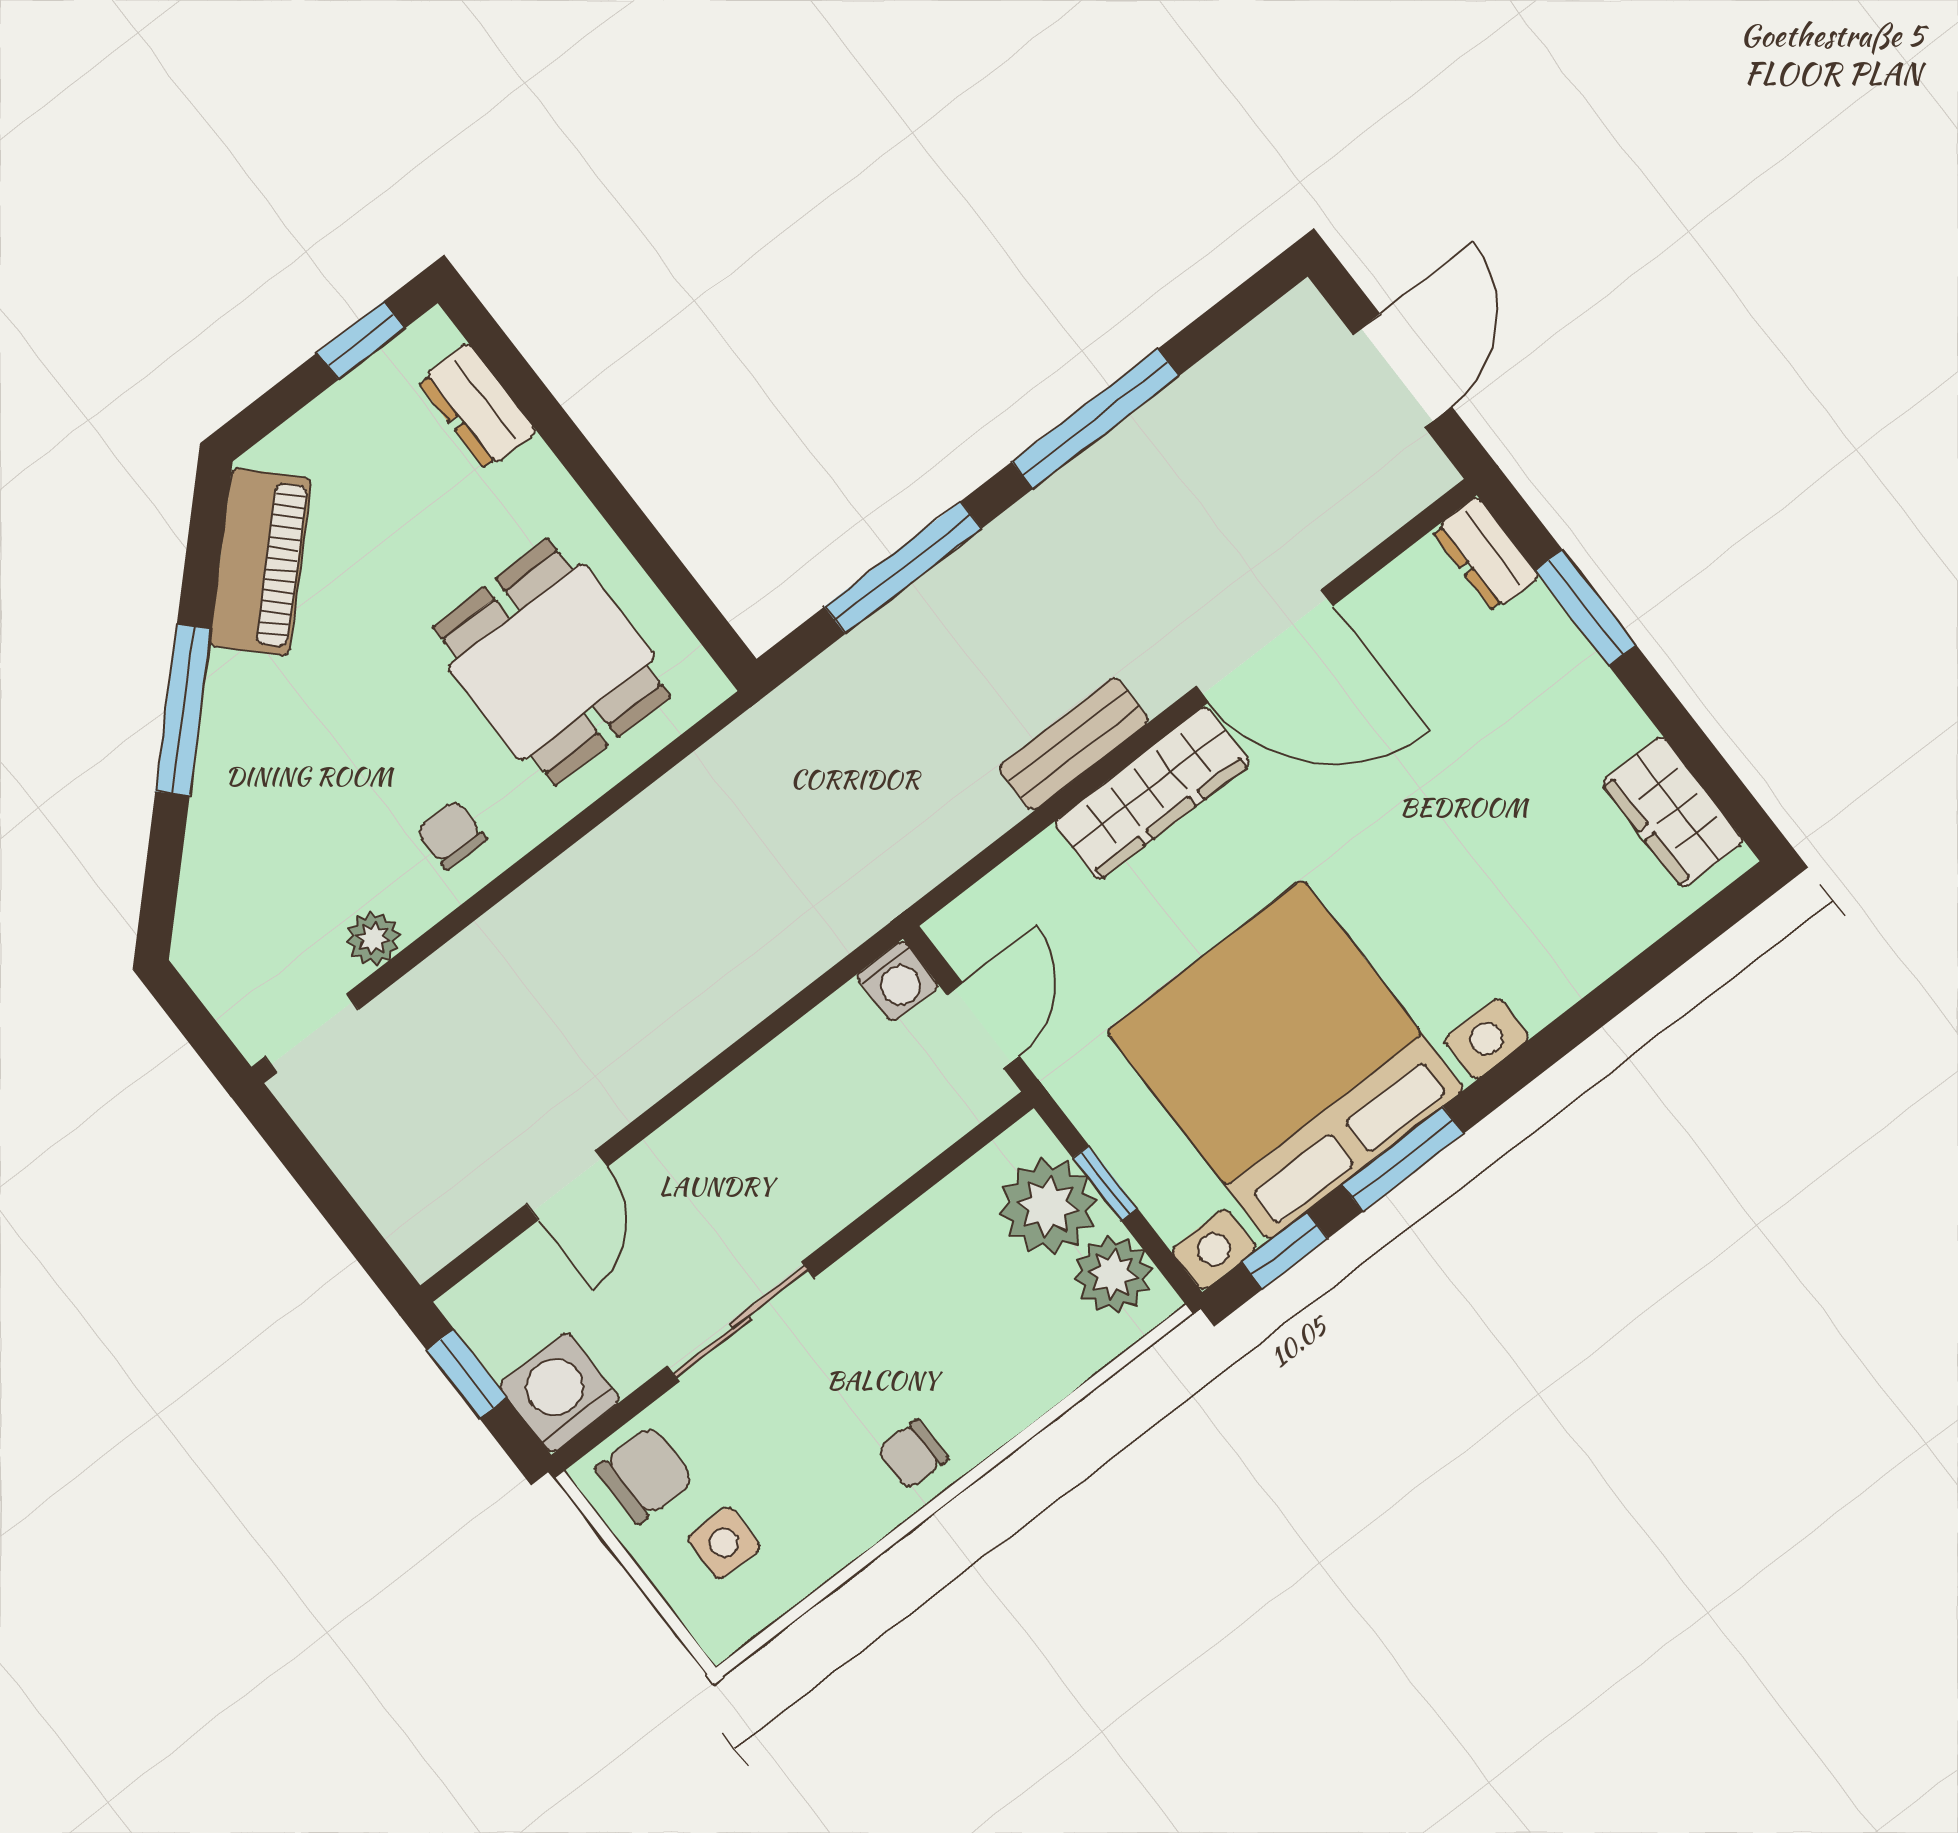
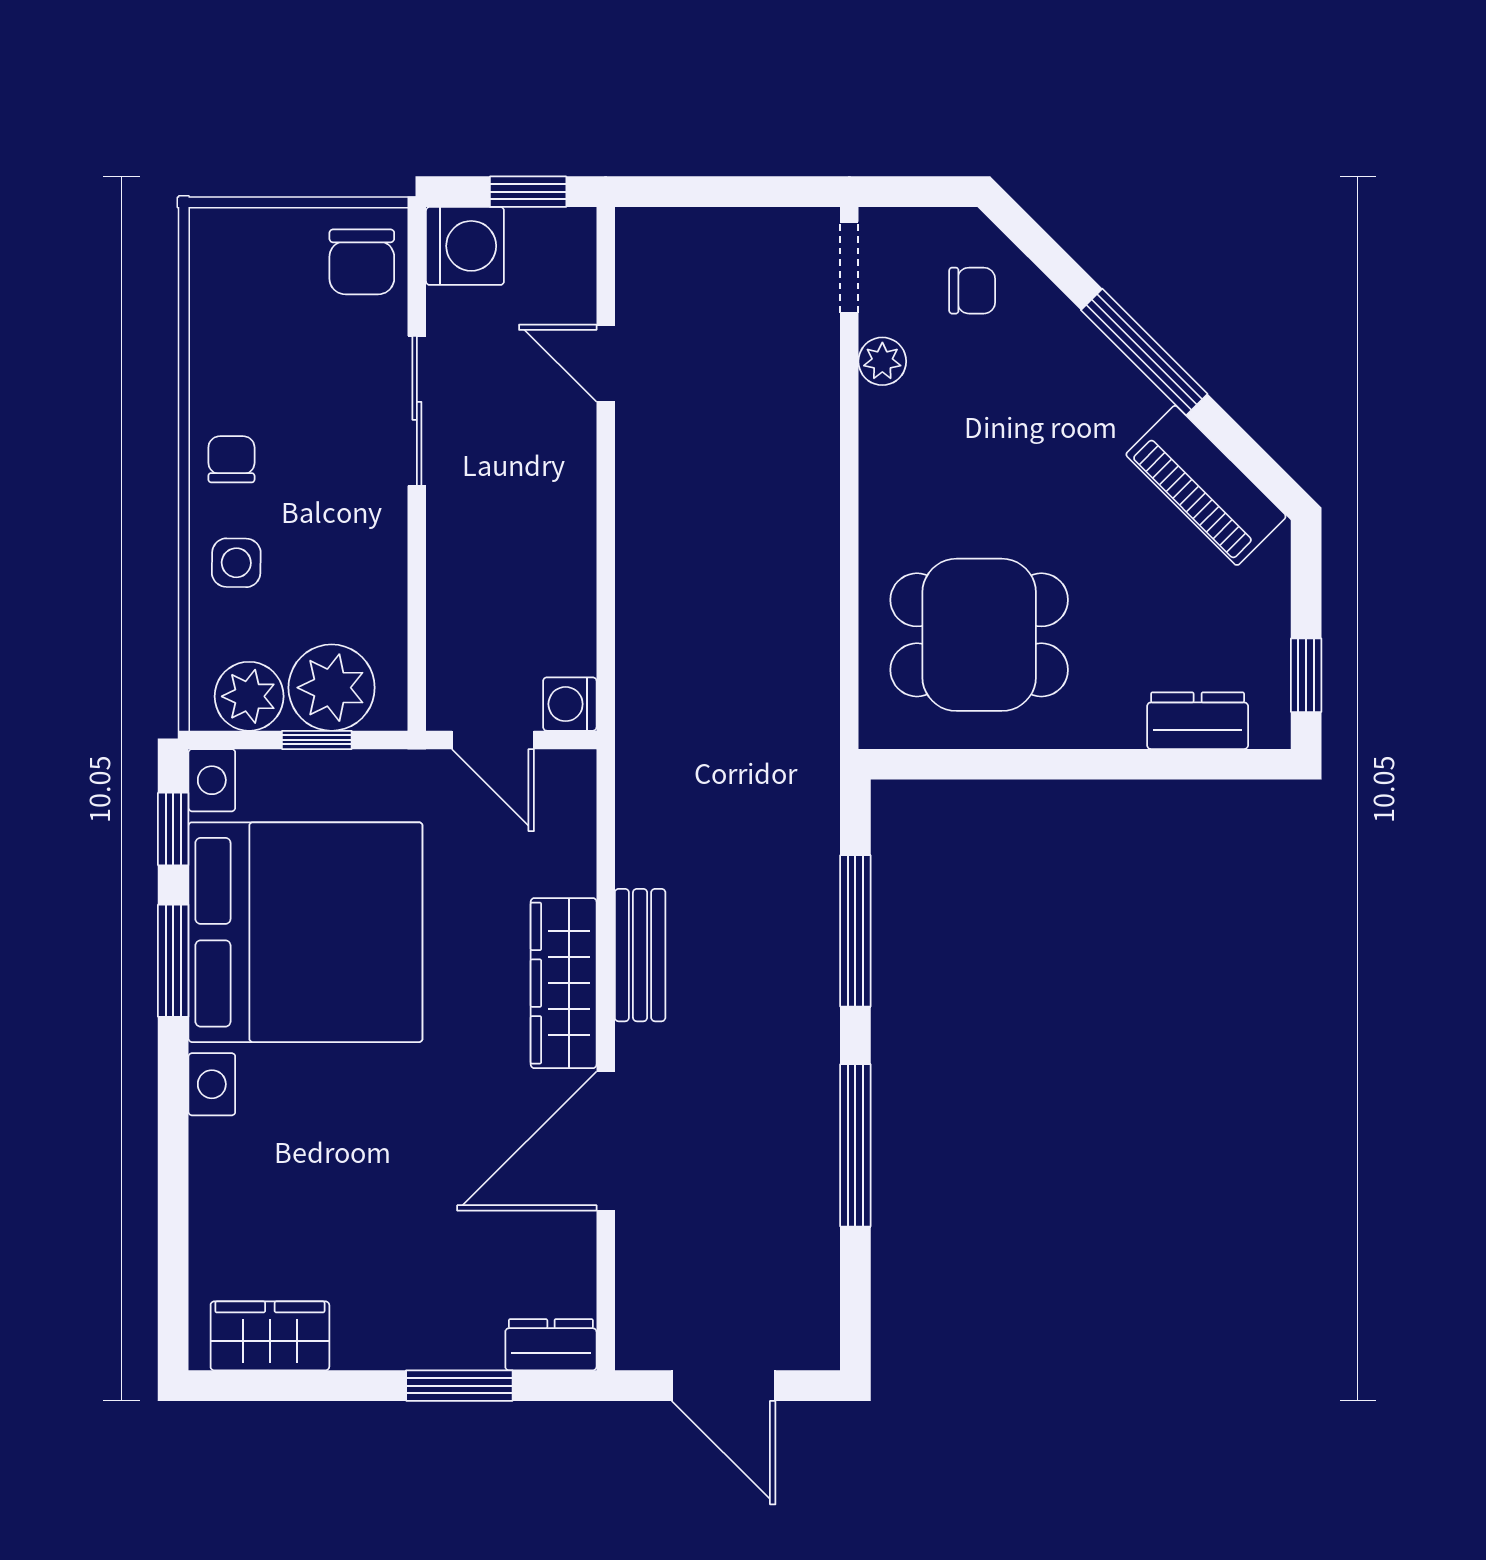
chair: (451, 835) -> (972, 291), moved
side table: (724, 1543) -> (236, 563), moved

